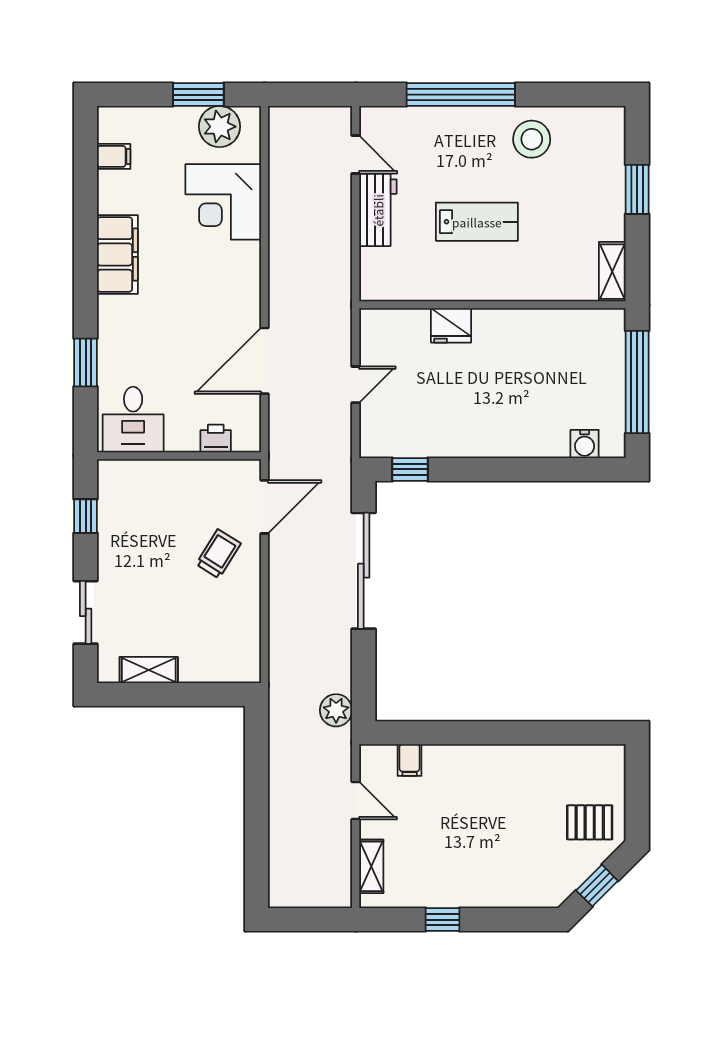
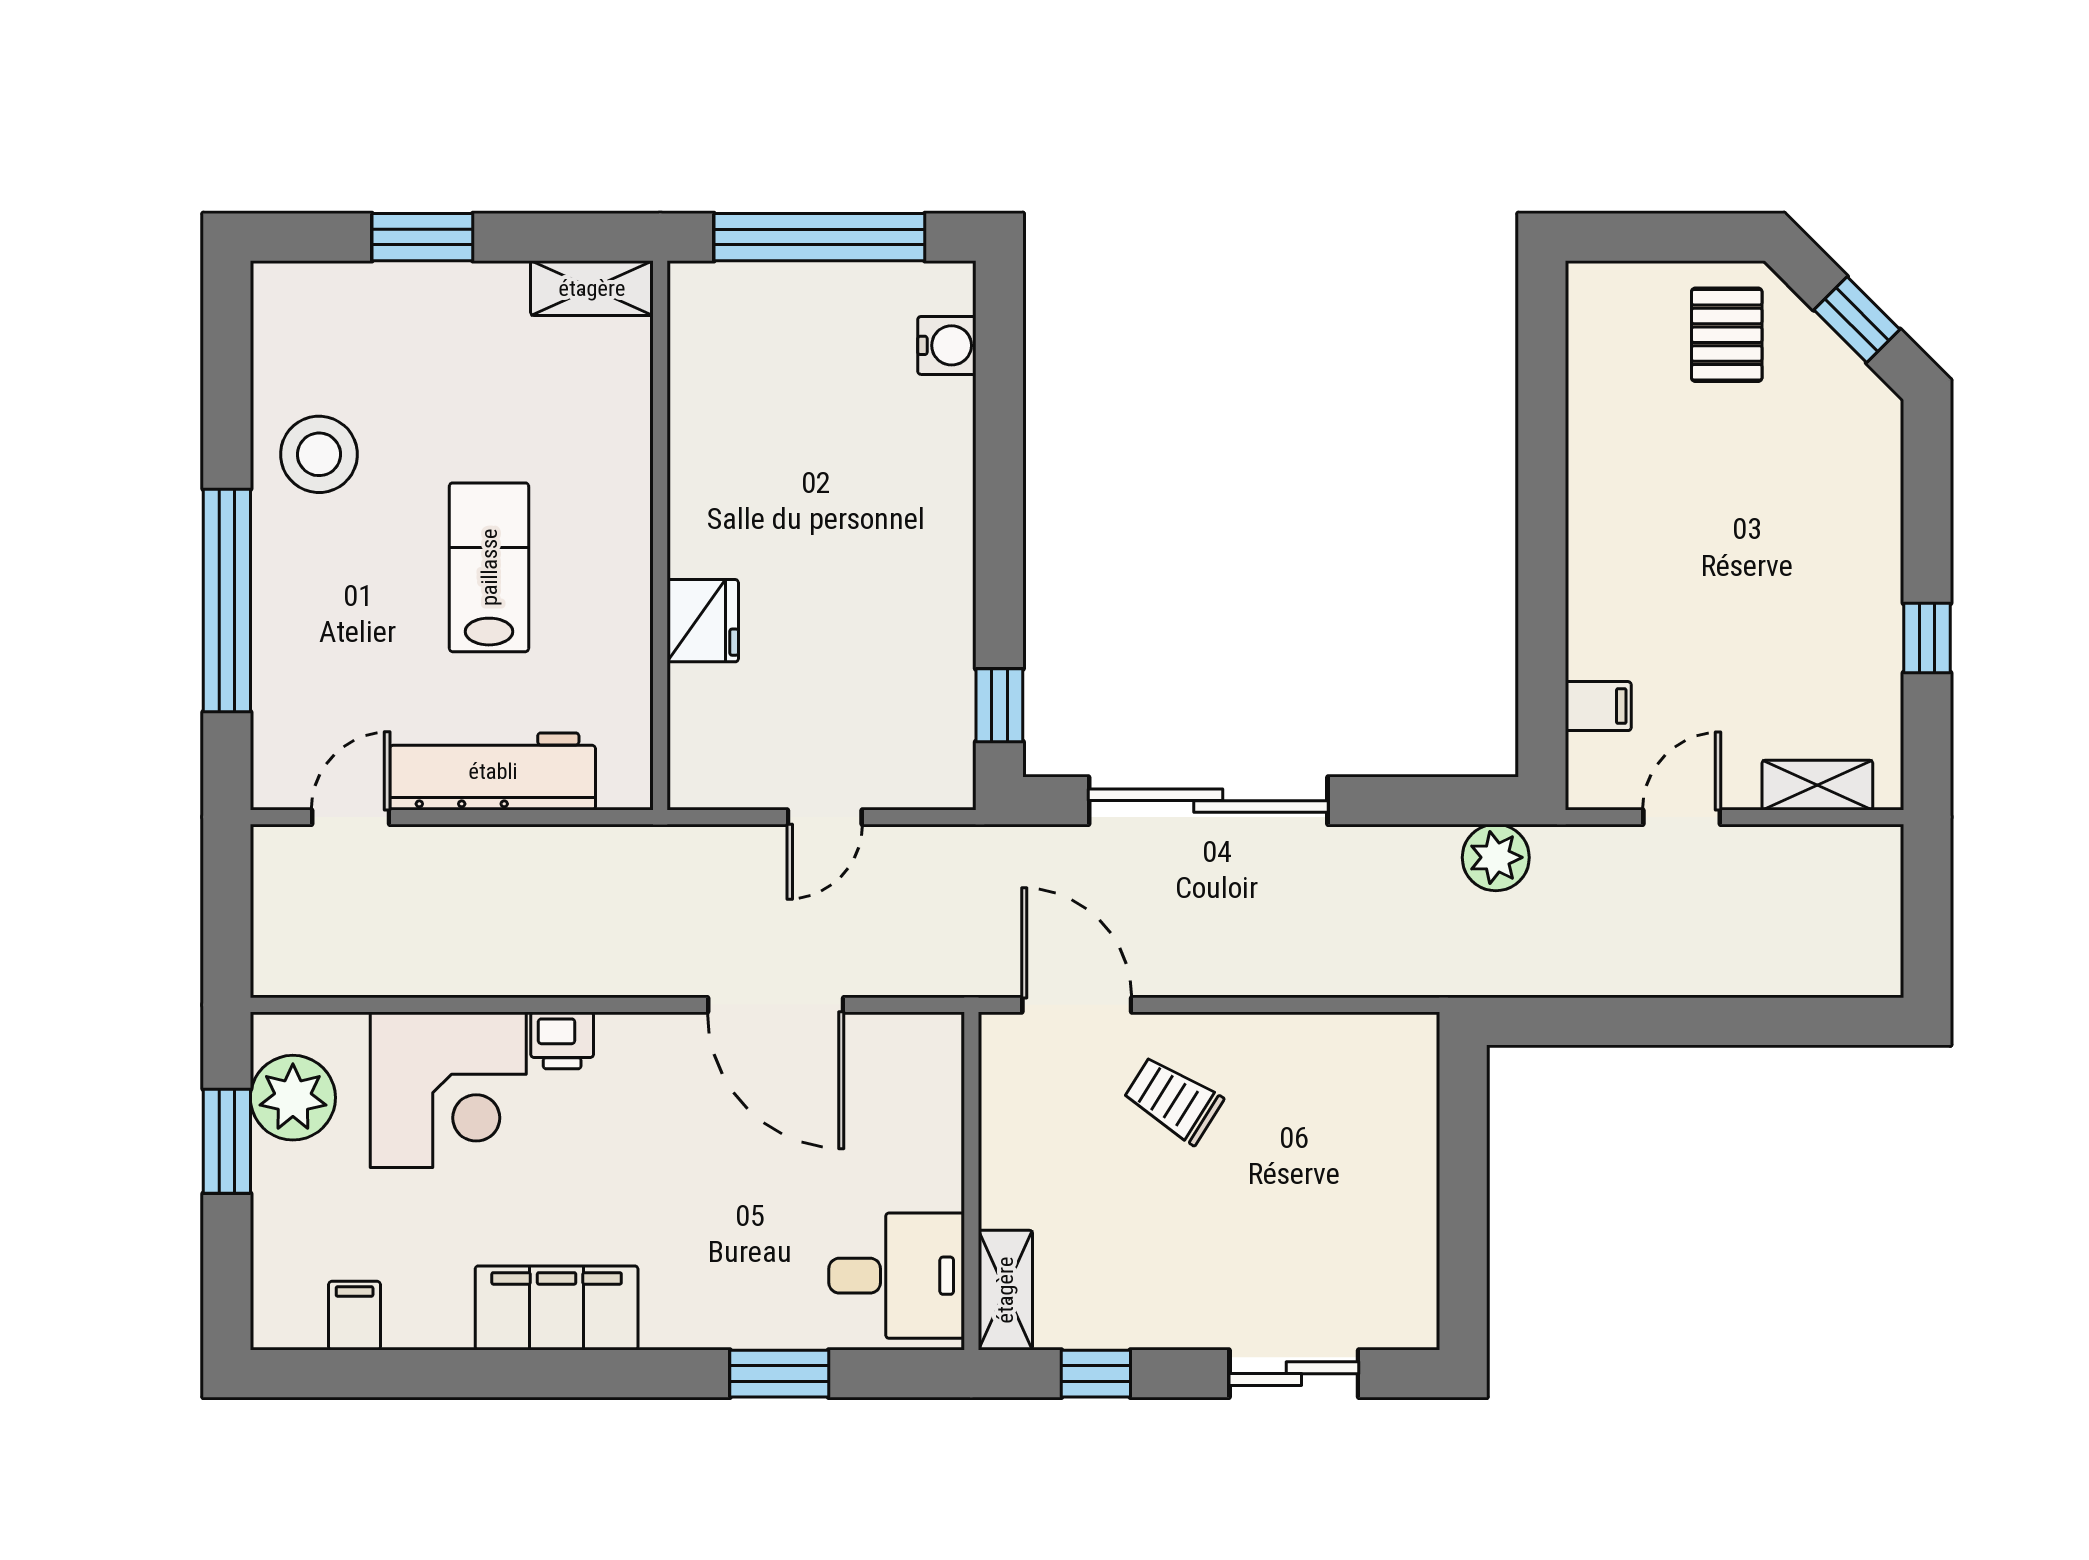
workbench: (378, 210) -> (493, 771), width x1.38
door: (356, 385) -> (825, 817), swing flipped
printer: (216, 439) -> (562, 1040), moved, turned -90
shelving: (149, 670) -> (1005, 1290), moved

